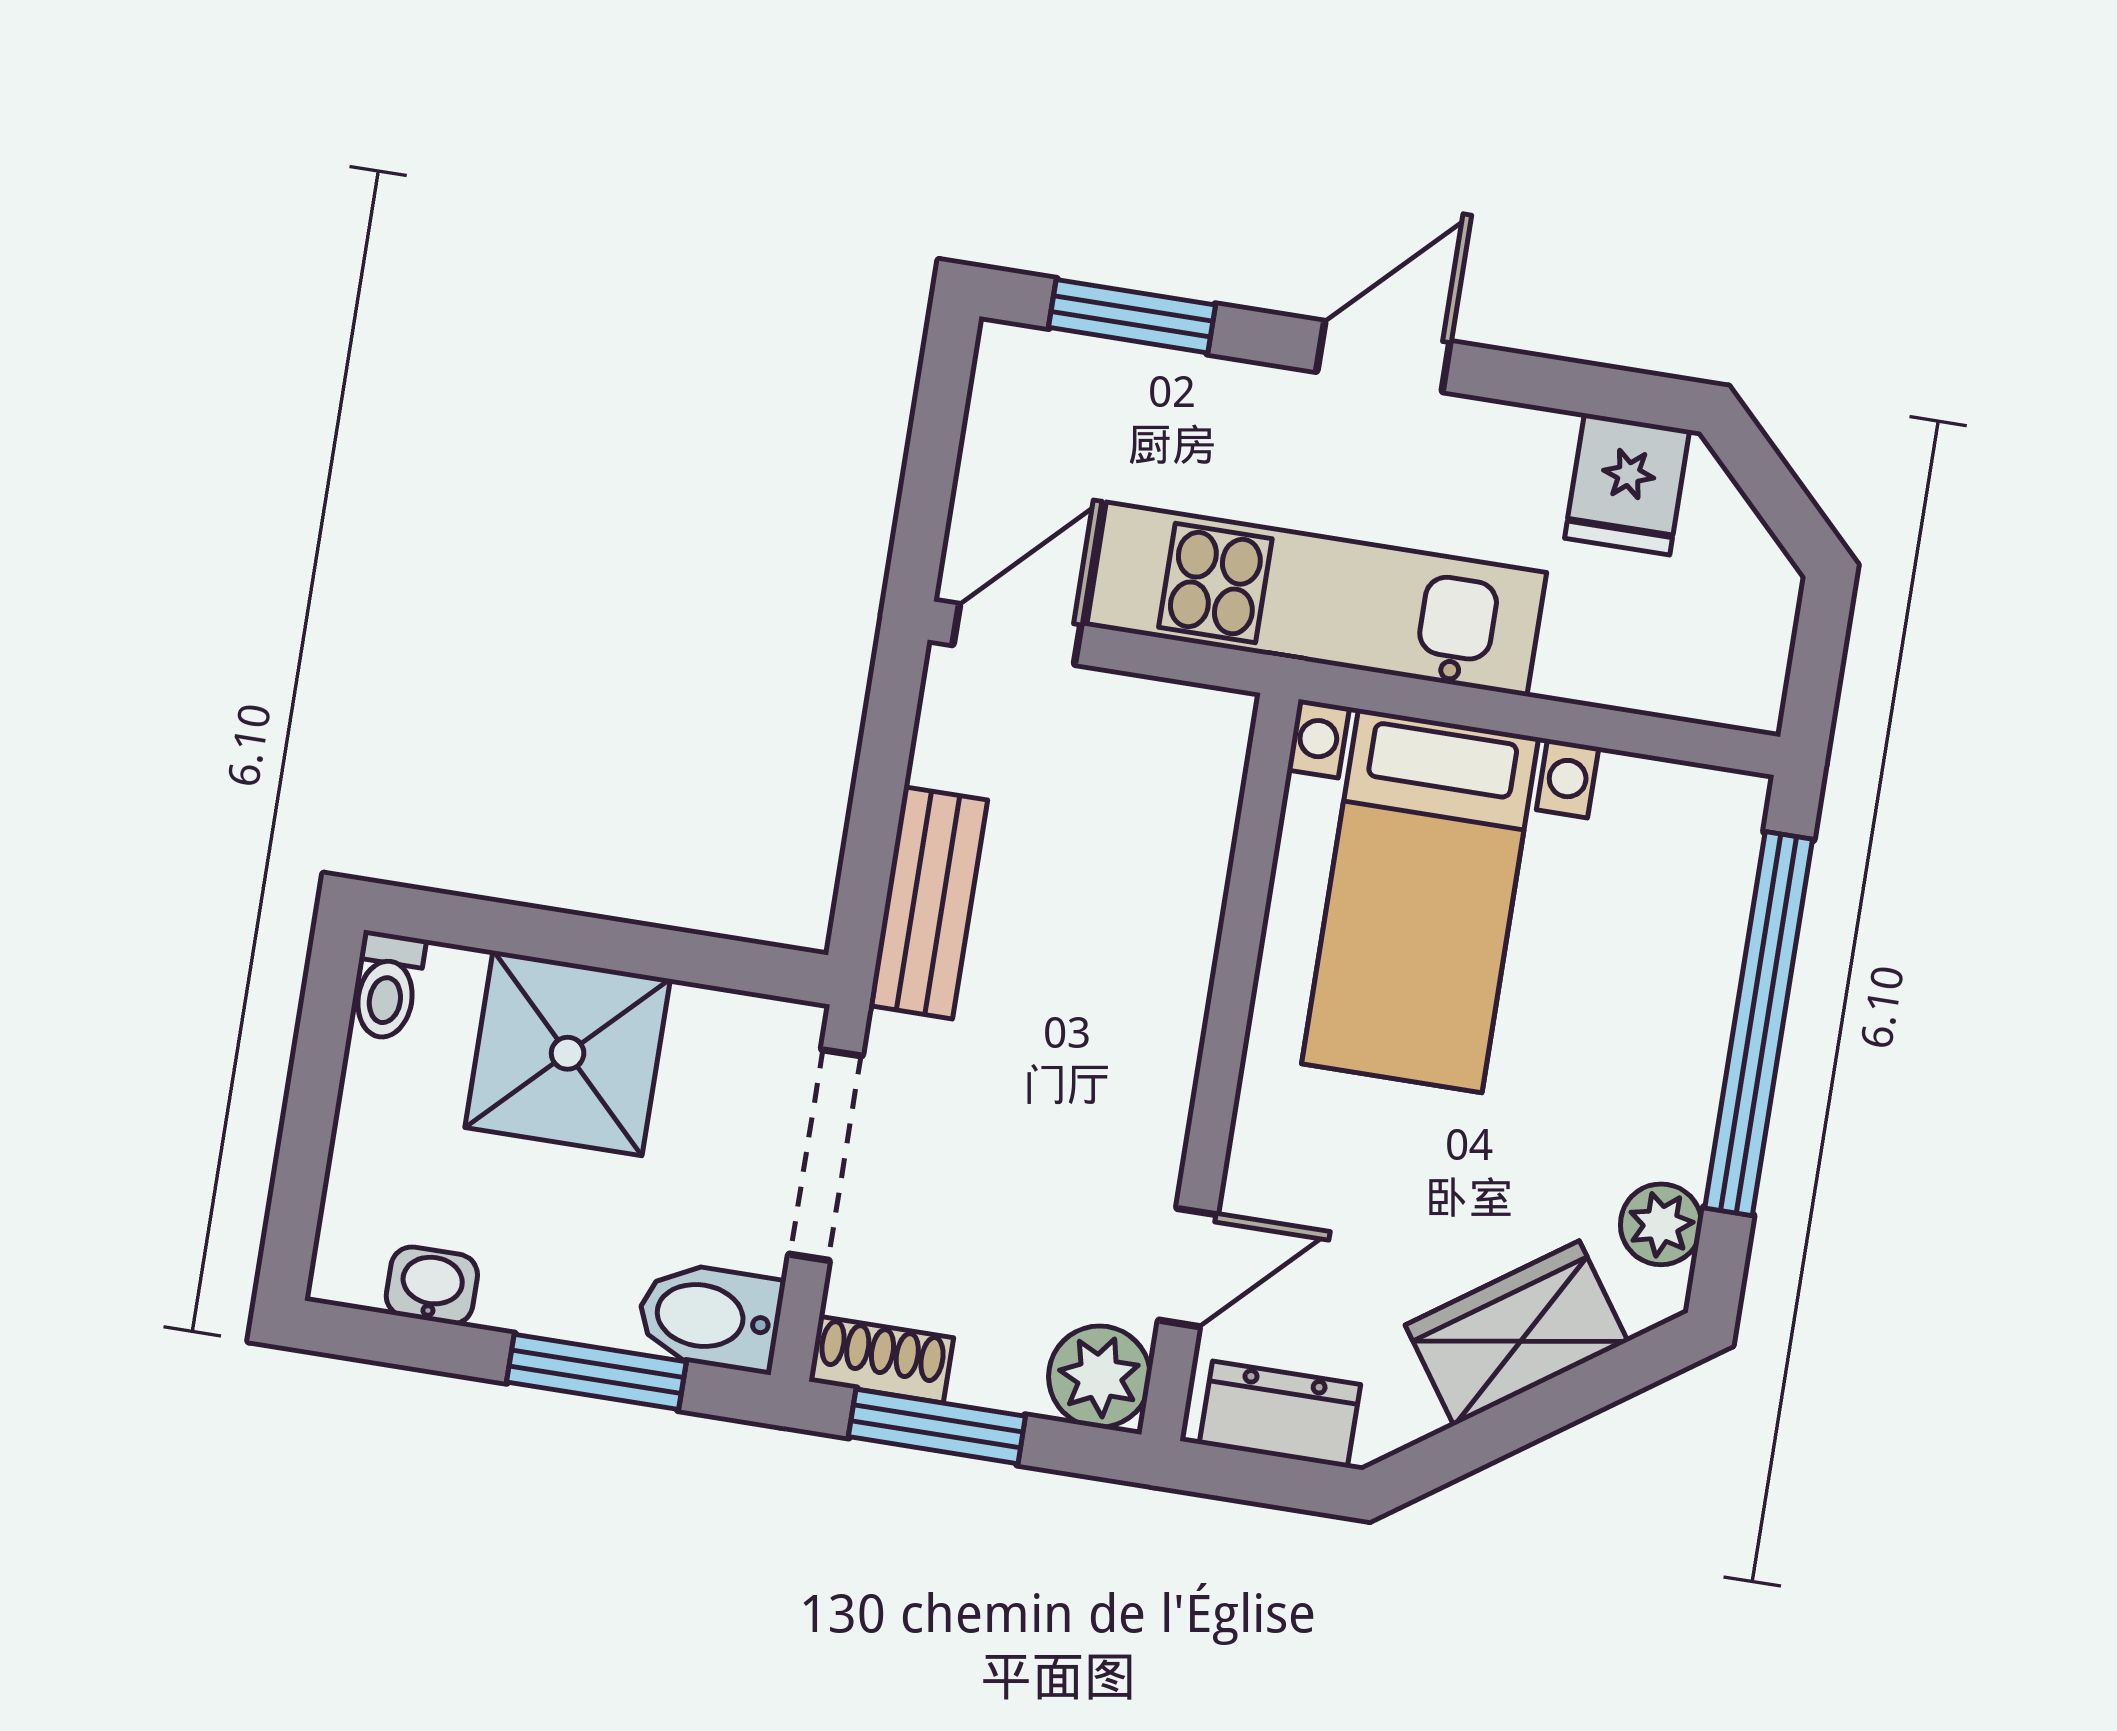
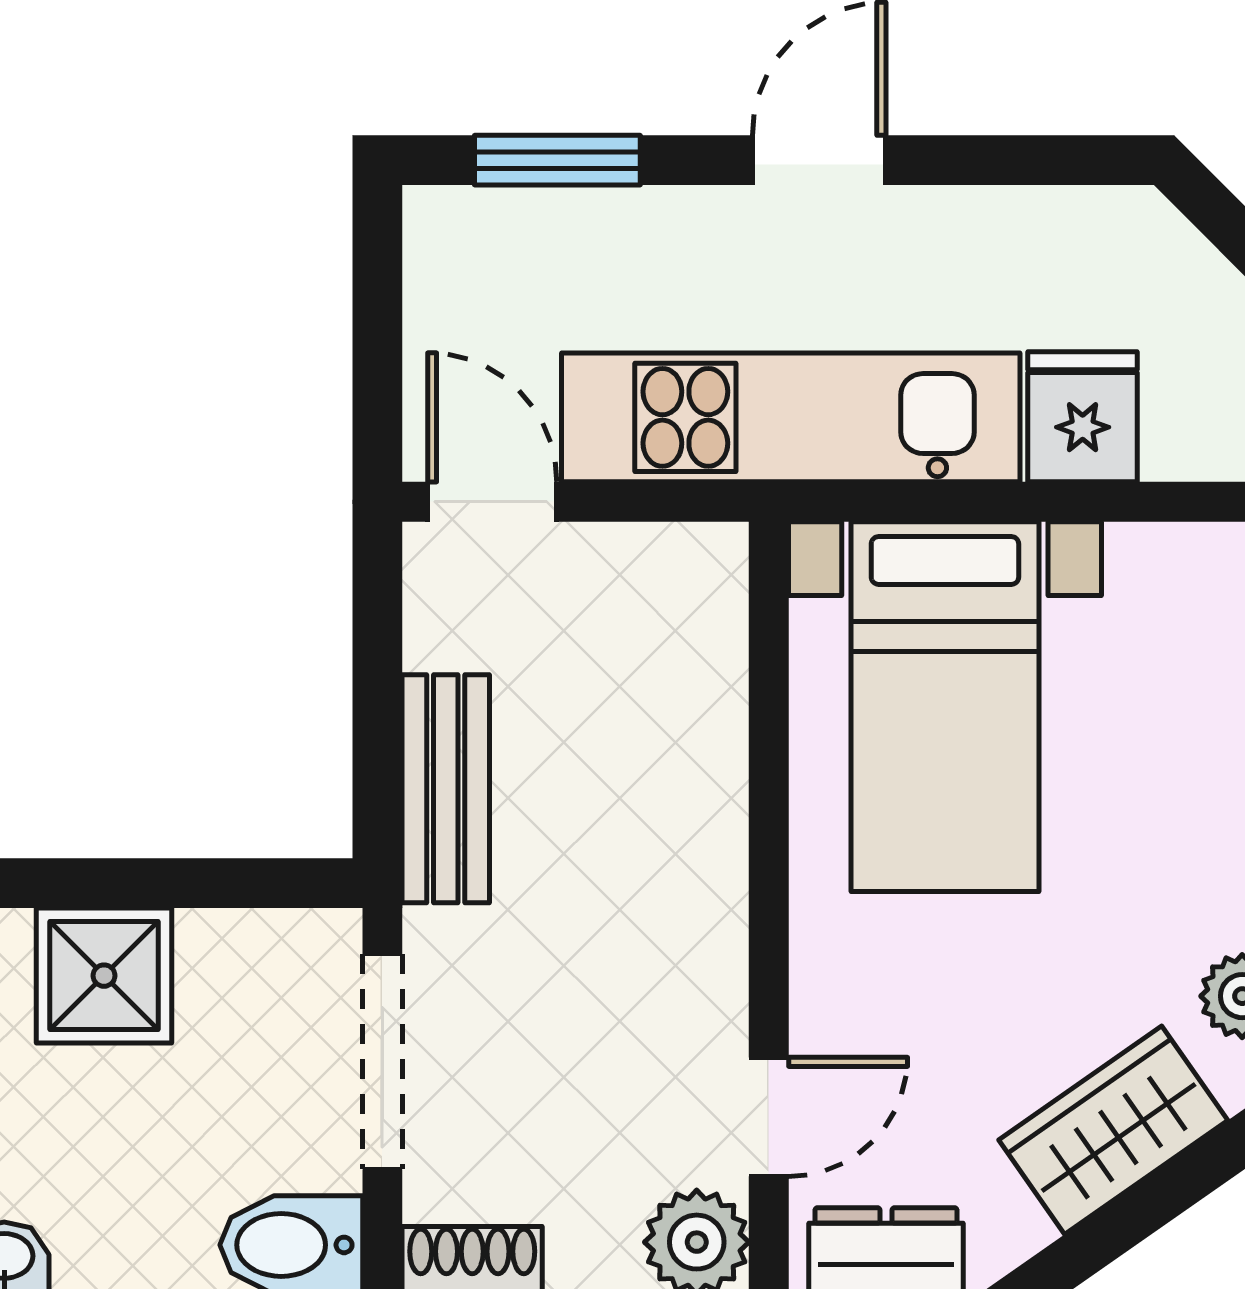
fridge: (1627, 484) -> (1083, 417), moved, turned 180
door: (1017, 634) -> (492, 502), hinge flipped
shower: (568, 1053) -> (104, 976), width x0.73, depth x0.73

